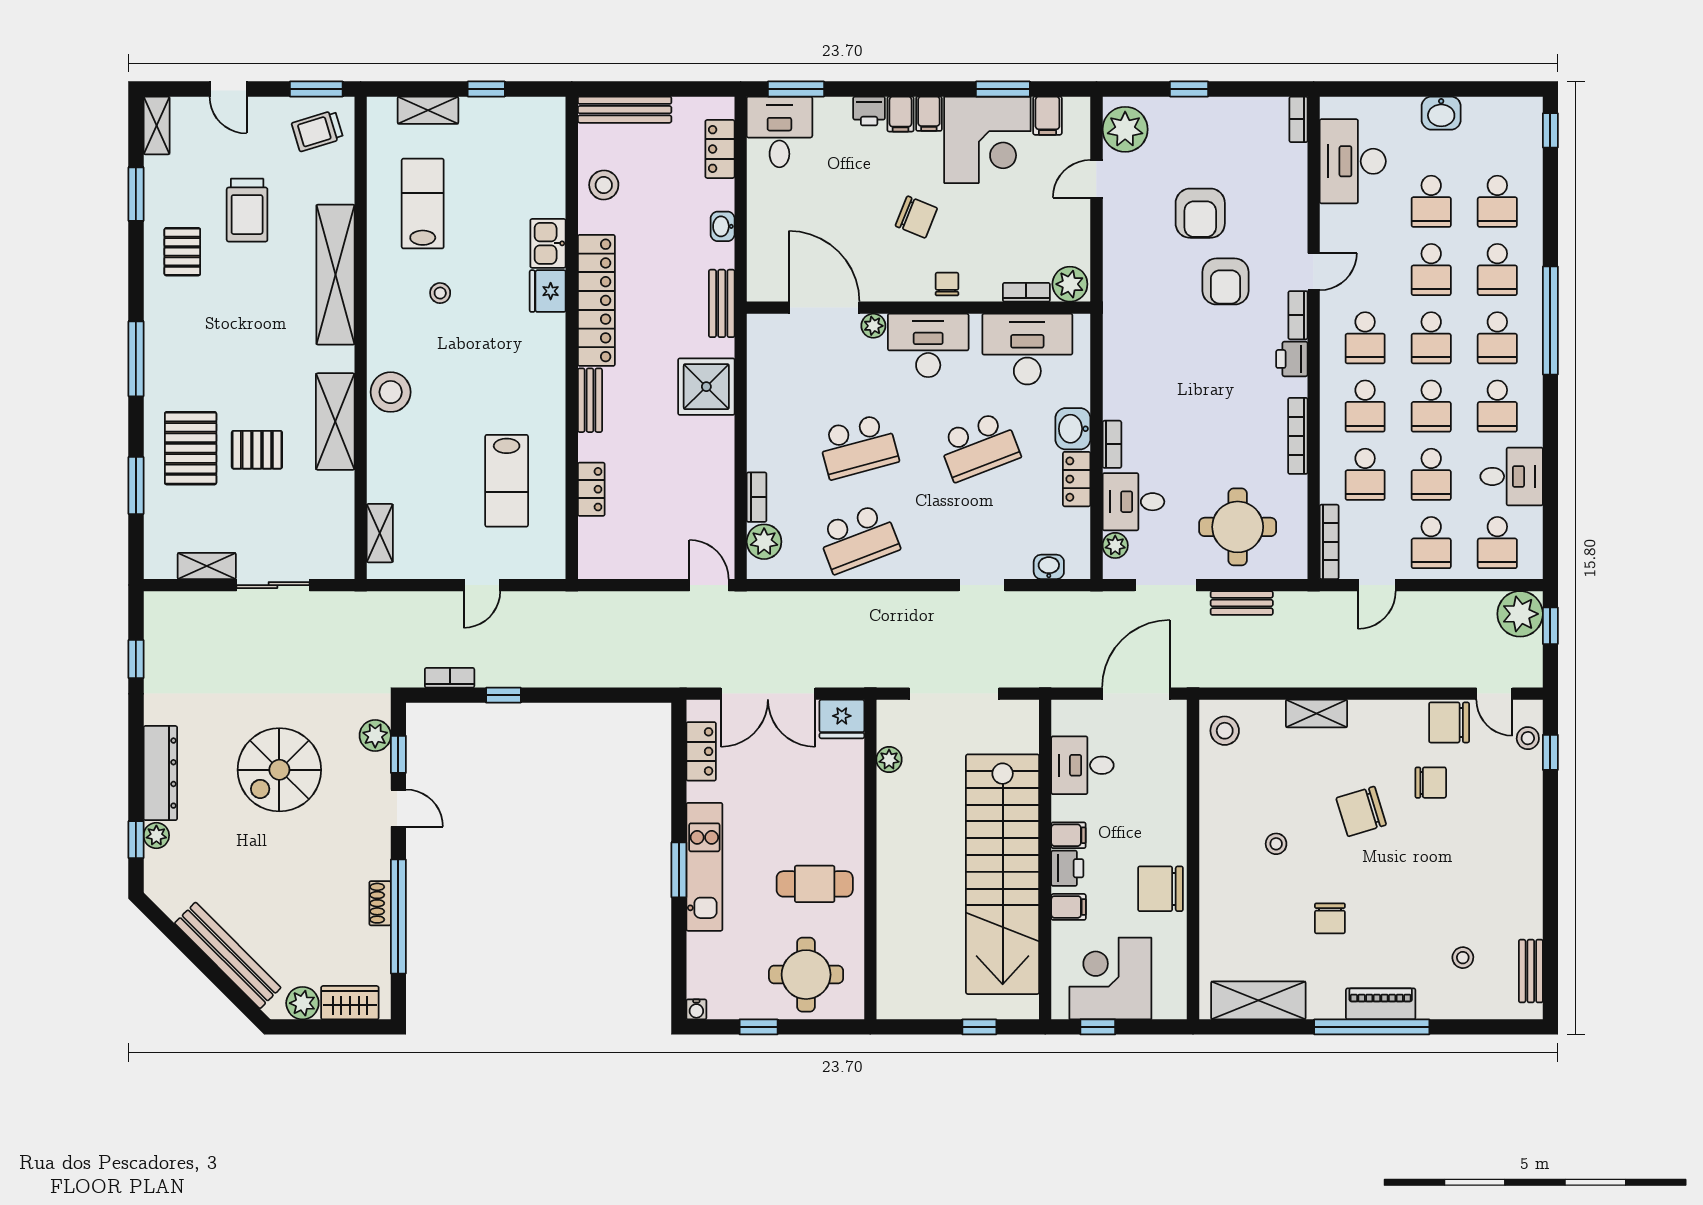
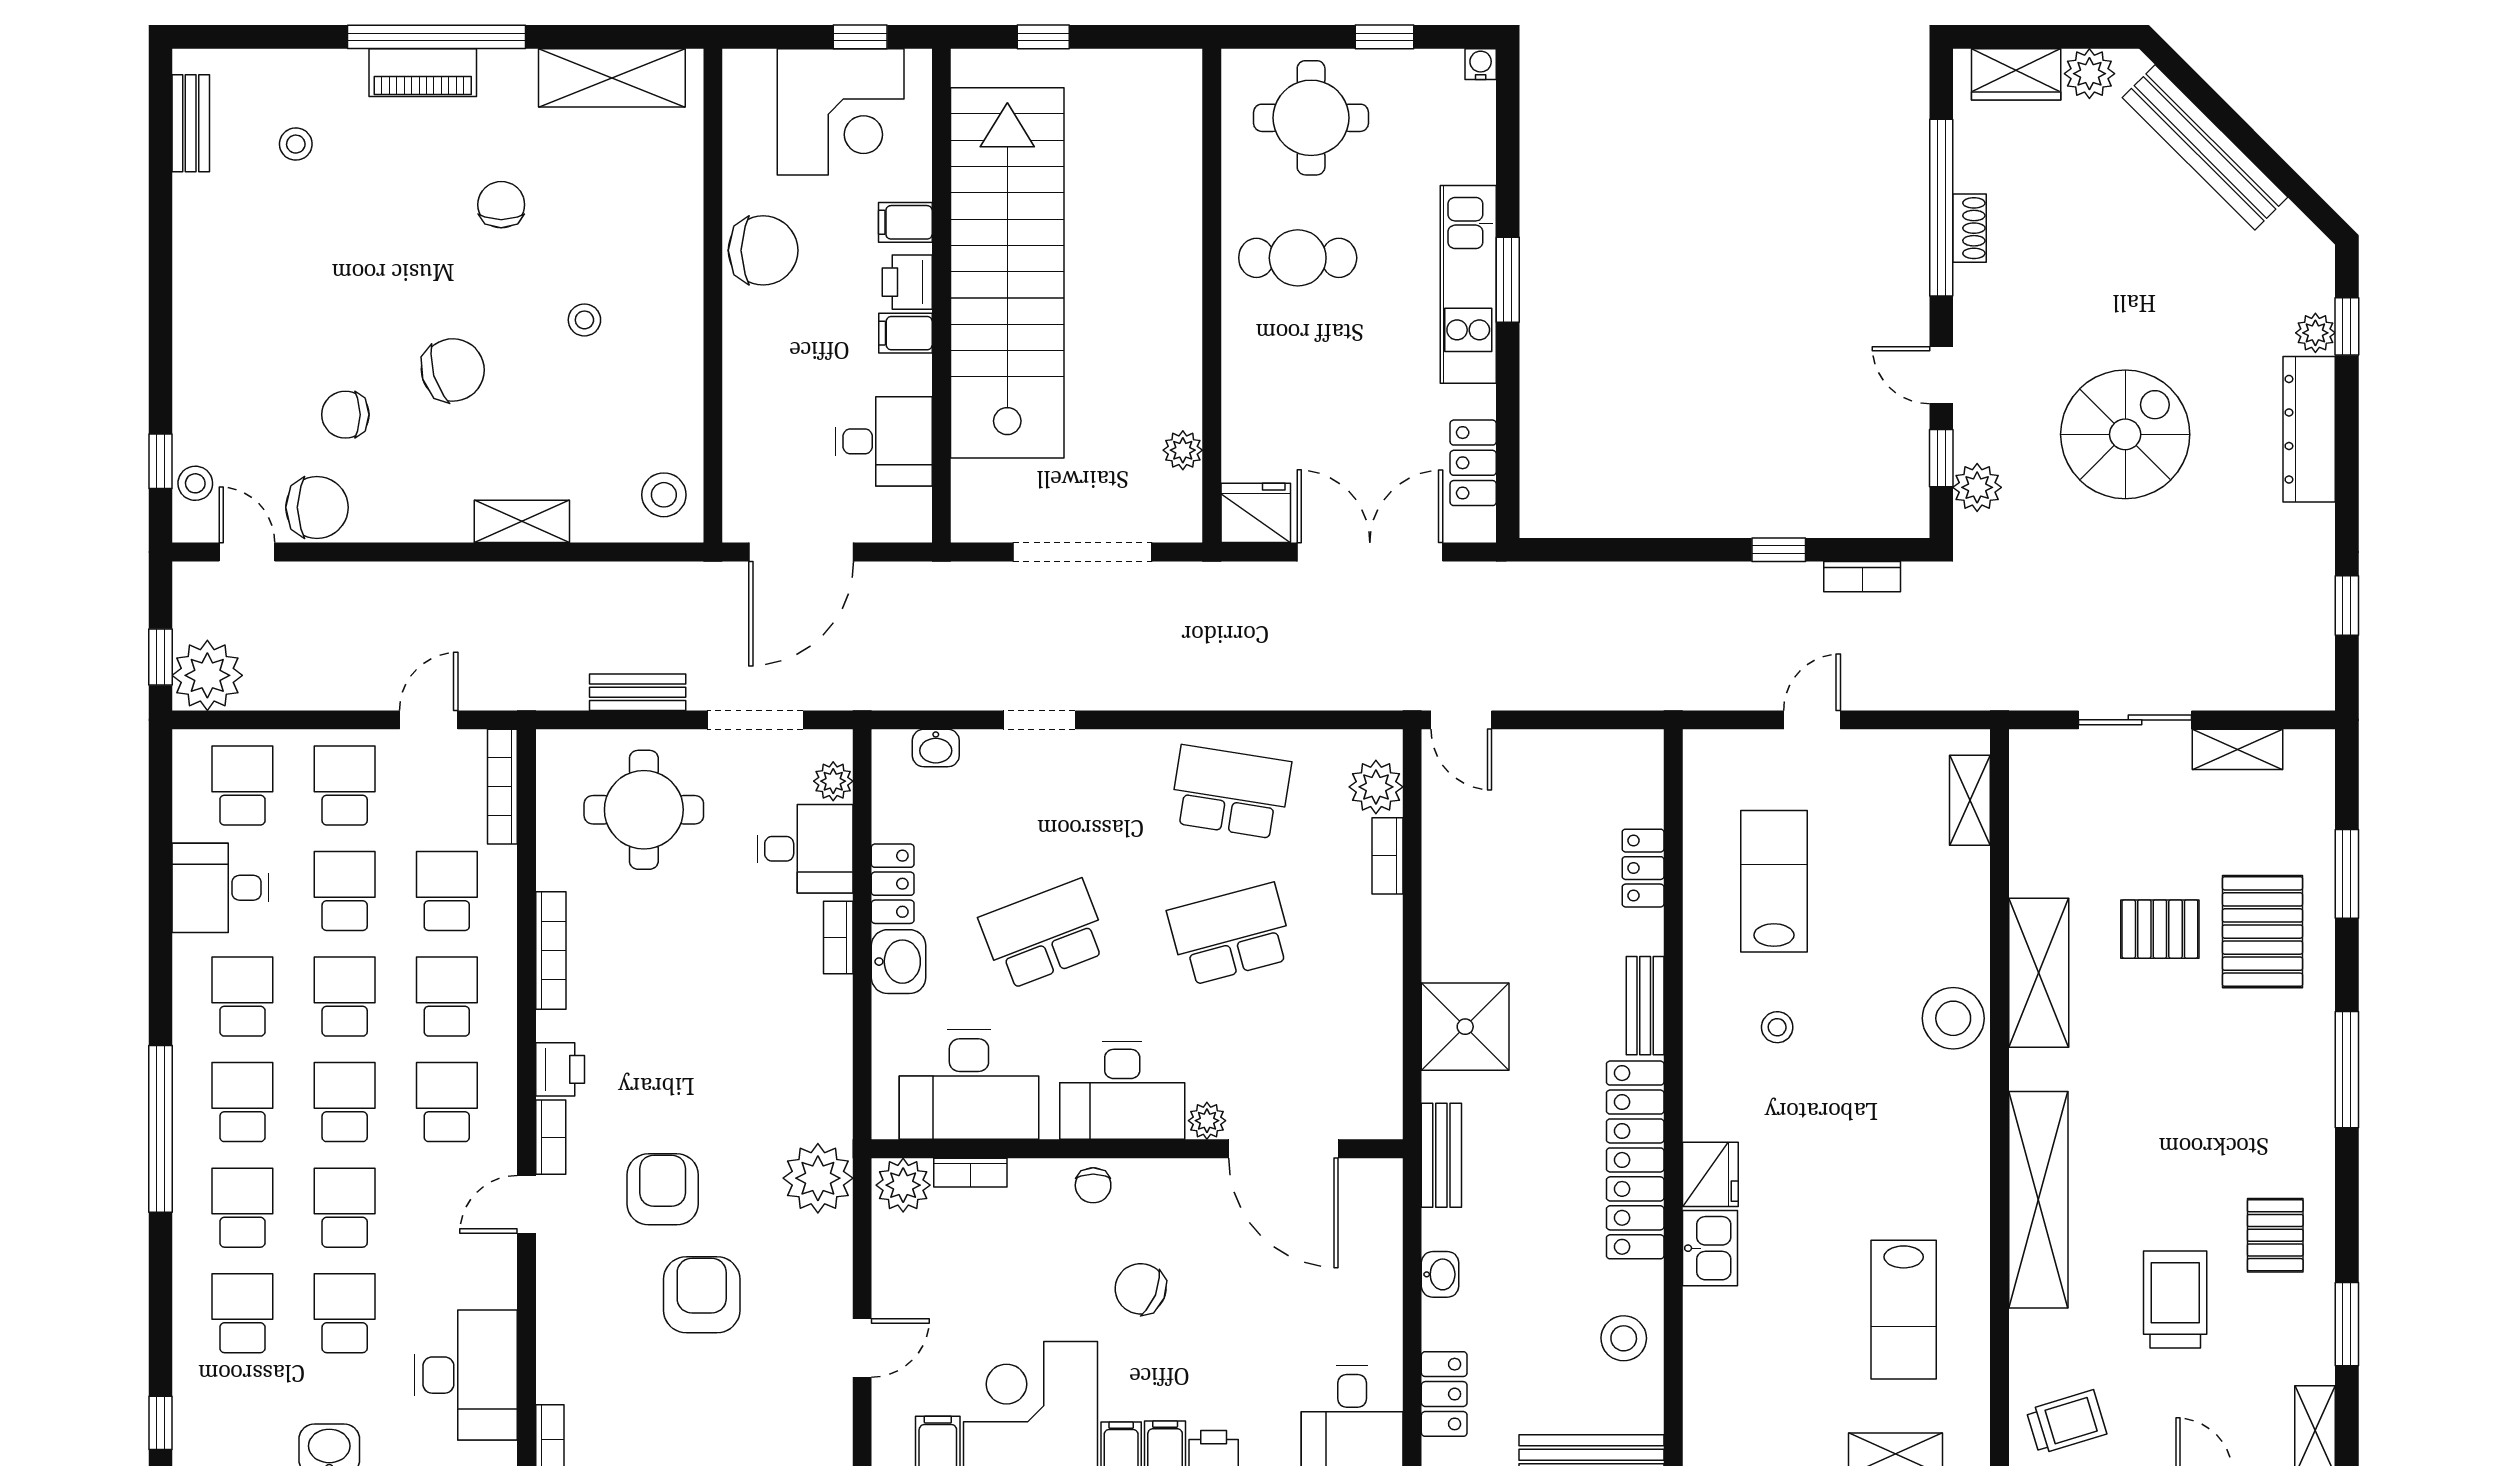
plant: (1125, 129) -> (818, 1178), moved
stool: (440, 293) -> (1777, 1027), moved
school desk: (858, 538) -> (1230, 792), turned 30

